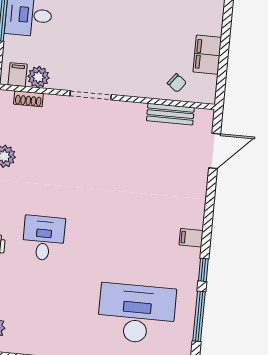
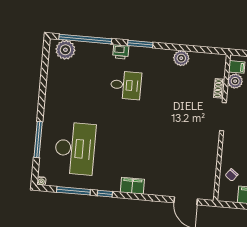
shoe rack: (28, 99) -> (219, 88), moved
bench: (170, 114) -> (210, 171), removed
filing cabinet: (191, 238) -> (132, 186), width x2.00

